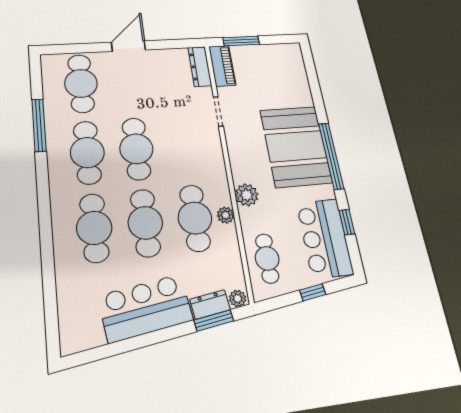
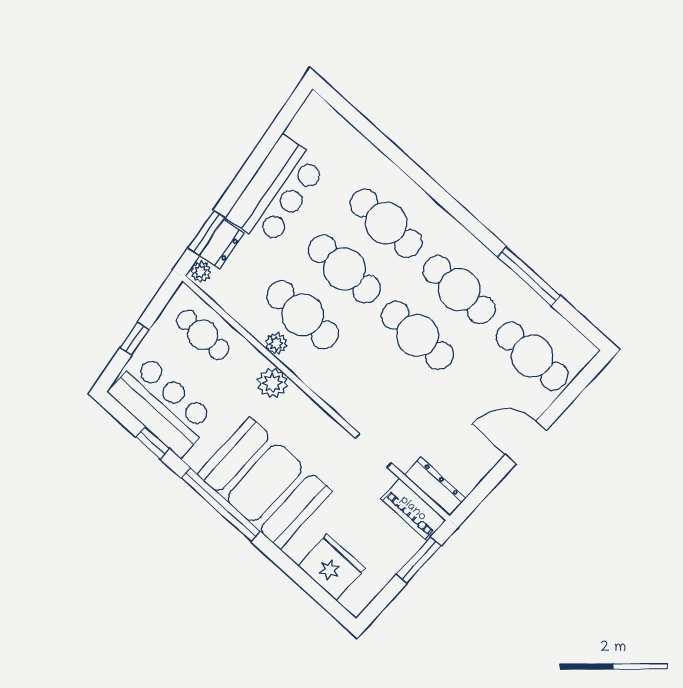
door: (128, 46) -> (526, 442), swing flipped
fridge: (292, 76) -> (332, 567), added

